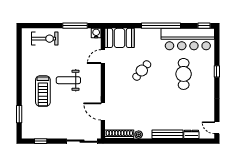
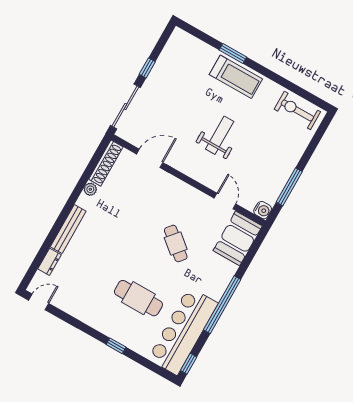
exercise bike: (45, 39) -> (297, 110), moved, turned 90
treadmill: (43, 91) -> (236, 77), moved, turned 180
window: (19, 114) -> (233, 54), moved
window: (41, 141) -> (147, 68), moved

